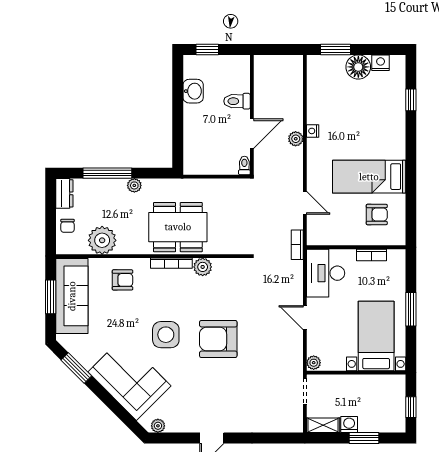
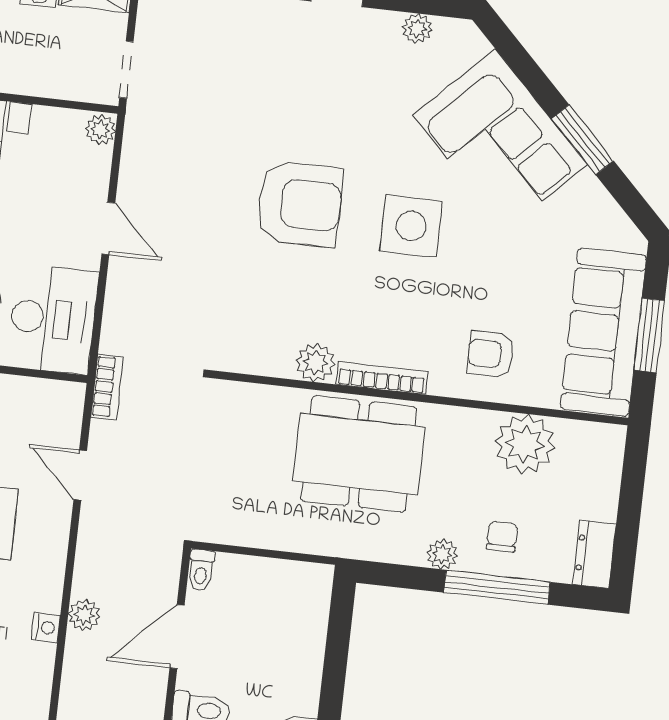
chair: (67, 226) -> (502, 537), moved
window: (76, 368) -> (582, 140), moved
plant: (158, 426) -> (417, 28), moved

